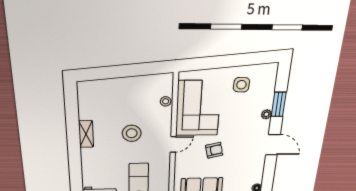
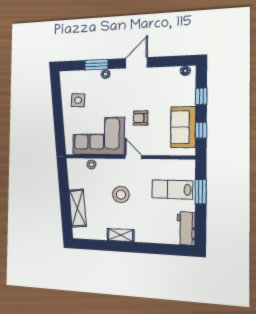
shelving: (114, 86) -> (78, 208), added
armchair: (214, 150) -> (141, 118), turned -77

